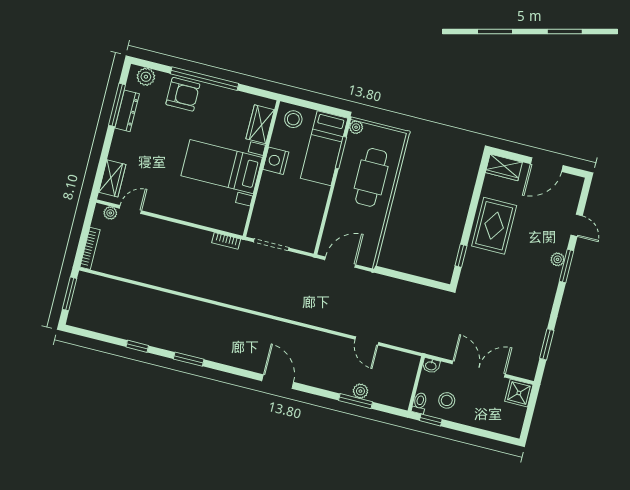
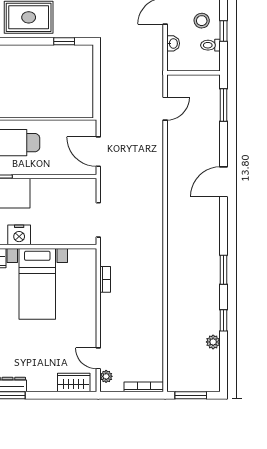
bookcase: (226, 241) -> (105, 279), moved
wall: (416, 384) -> (194, 73), moved
plant: (360, 391) -> (213, 342), moved

